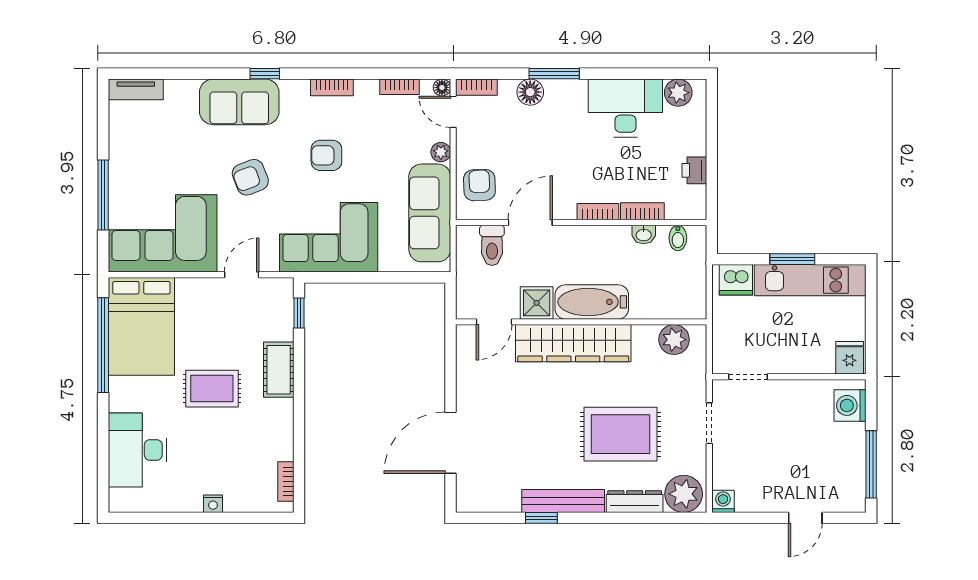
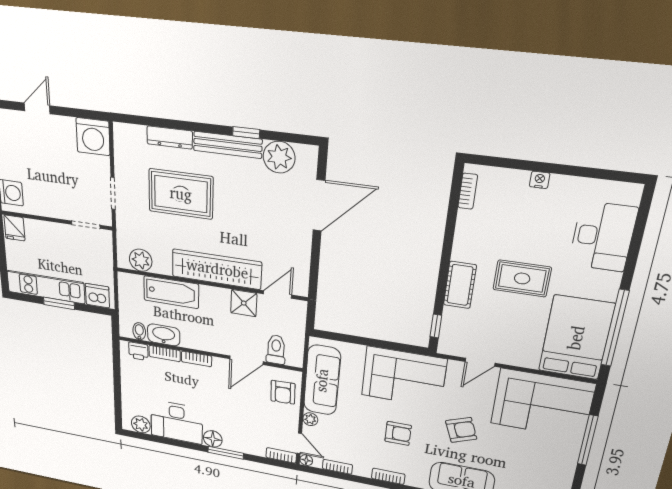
floor lamp: (530, 92) -> (213, 439), moved
printer: (694, 170) -> (138, 351), moved, turned 90
washbasin: (644, 235) -> (164, 335), width x1.91, depth x1.45
bathtub: (592, 302) -> (171, 292), moved
plant: (684, 494) -> (279, 157), moved
washing machine: (723, 501) -> (93, 137), width x1.89, depth x1.89

